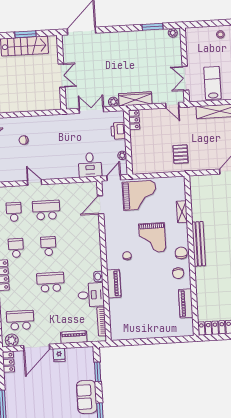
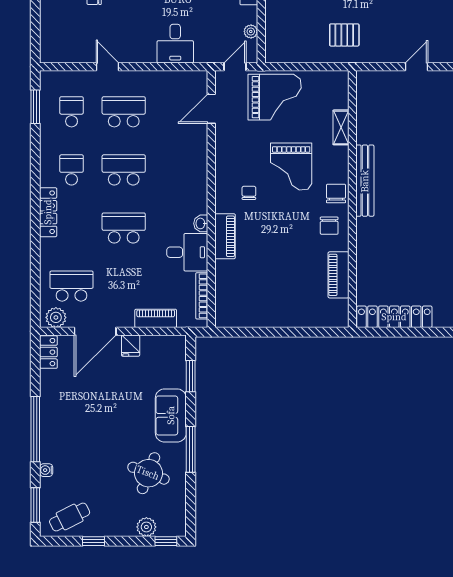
pallet: (180, 154) -> (344, 35), turned 90
desk: (90, 165) -> (175, 44), moved
school desk: (48, 246) -> (124, 170), width x1.85

